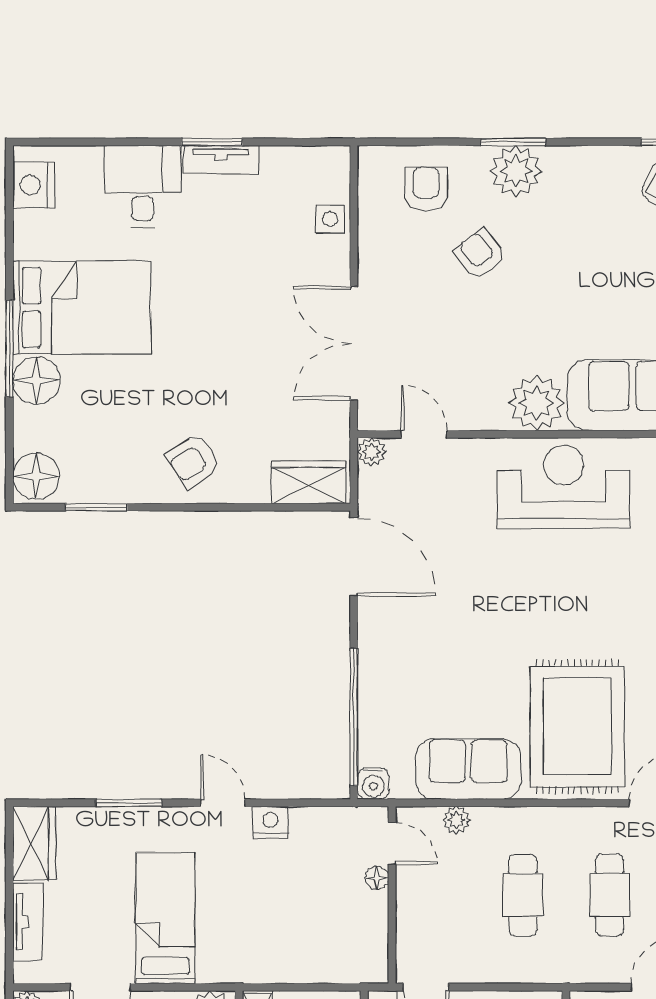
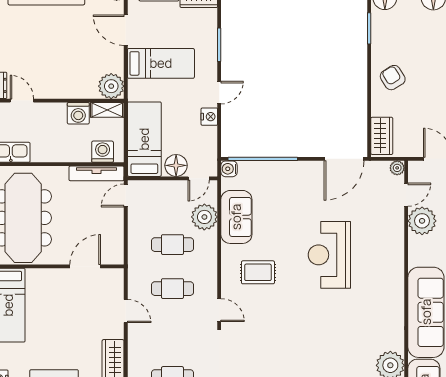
plant: (537, 403) -> (422, 221), moved
reception desk: (564, 487) -> (329, 255), moved, turned 180
rug: (577, 727) -> (258, 272), width x0.54, depth x0.49
plant: (456, 820) -> (204, 217), width x1.87, depth x1.87
floor lamp: (377, 878) -> (176, 165), width x1.89, depth x1.89
bed: (315, 951) -> (144, 139), added

